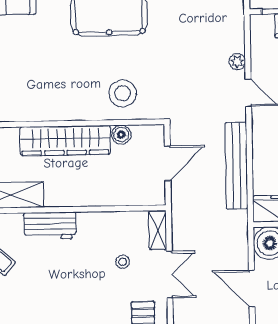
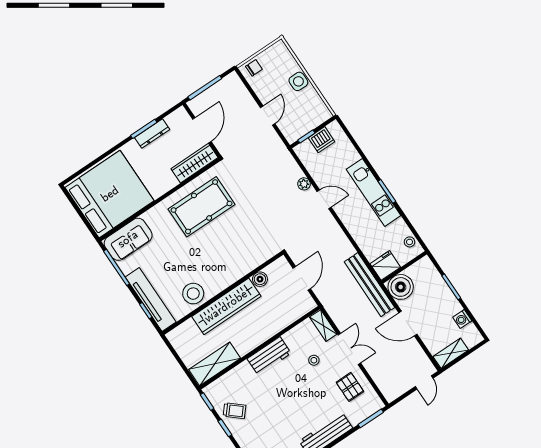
stool: (123, 93) -> (193, 294), moved
bench: (236, 166) -> (369, 285), moved
workbench: (50, 226) -> (269, 356), moved

